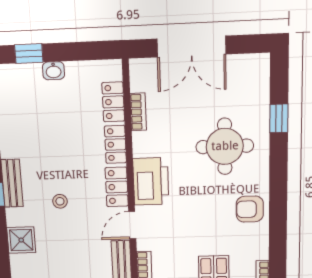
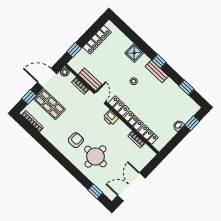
double door: (191, 46) -> (131, 187), moved
window: (279, 118) -> (95, 191), moved
printer: (151, 181) -> (111, 118), width x0.53, depth x0.68
armchair: (250, 209) -> (76, 140), moved

